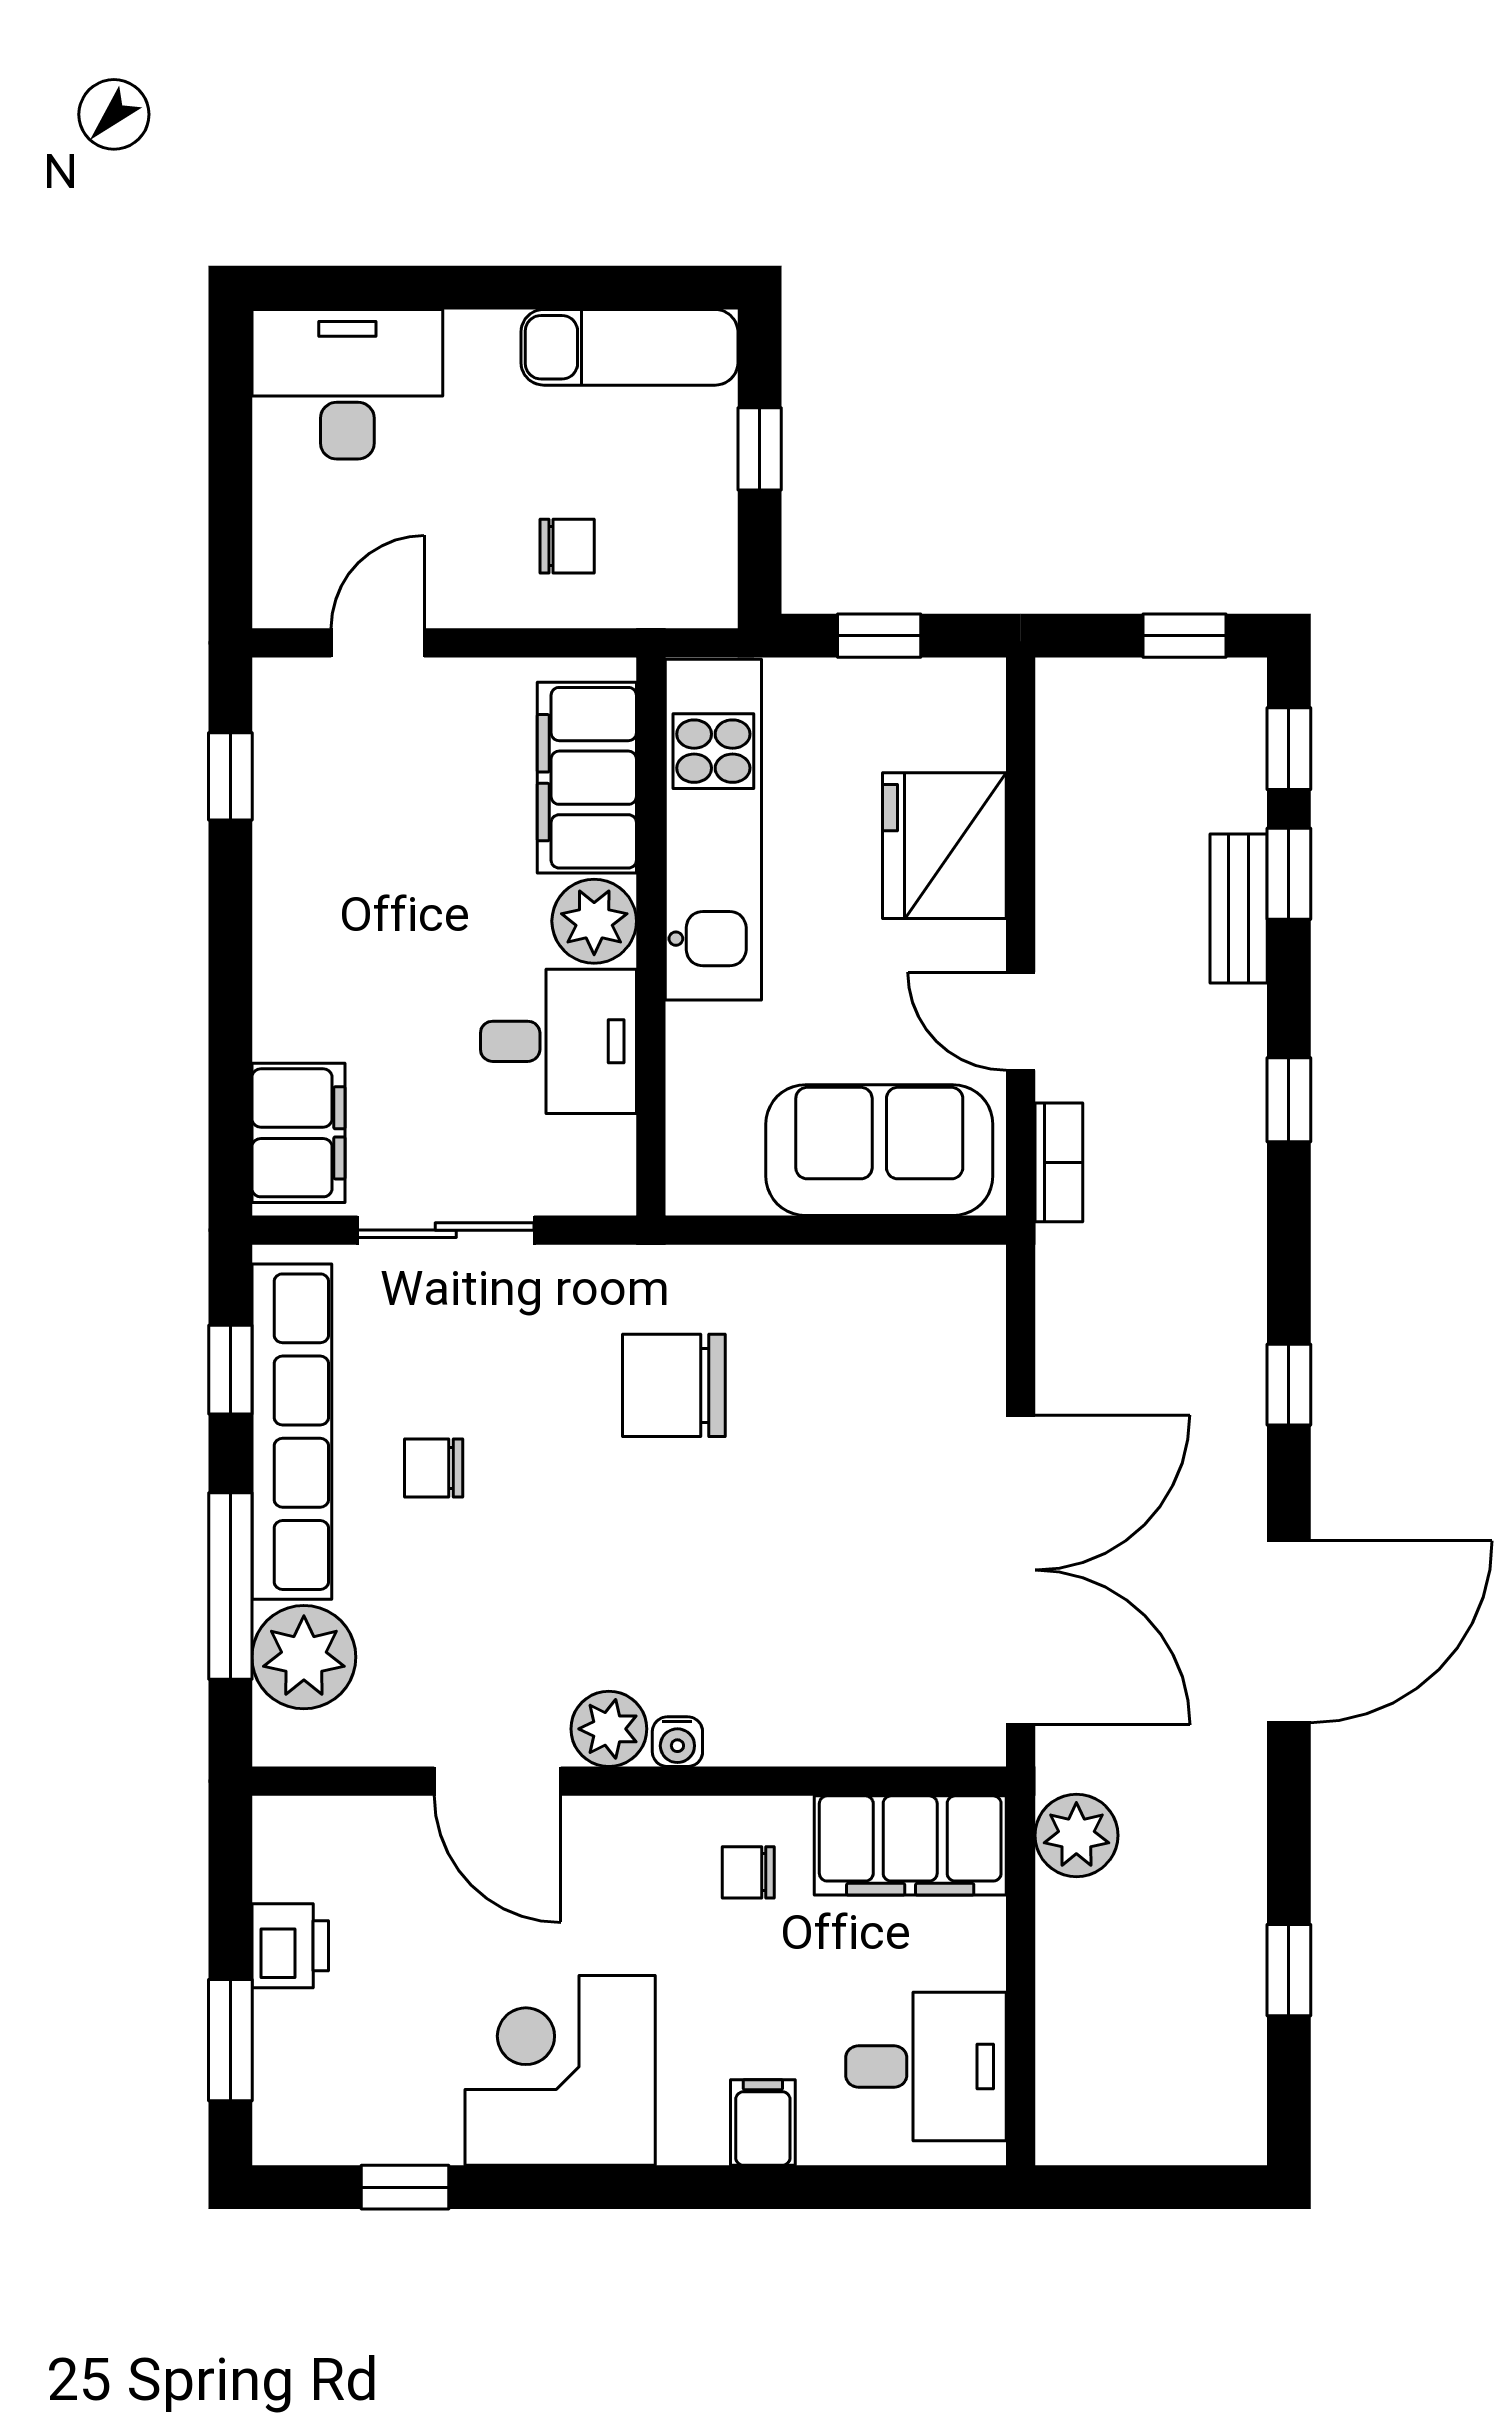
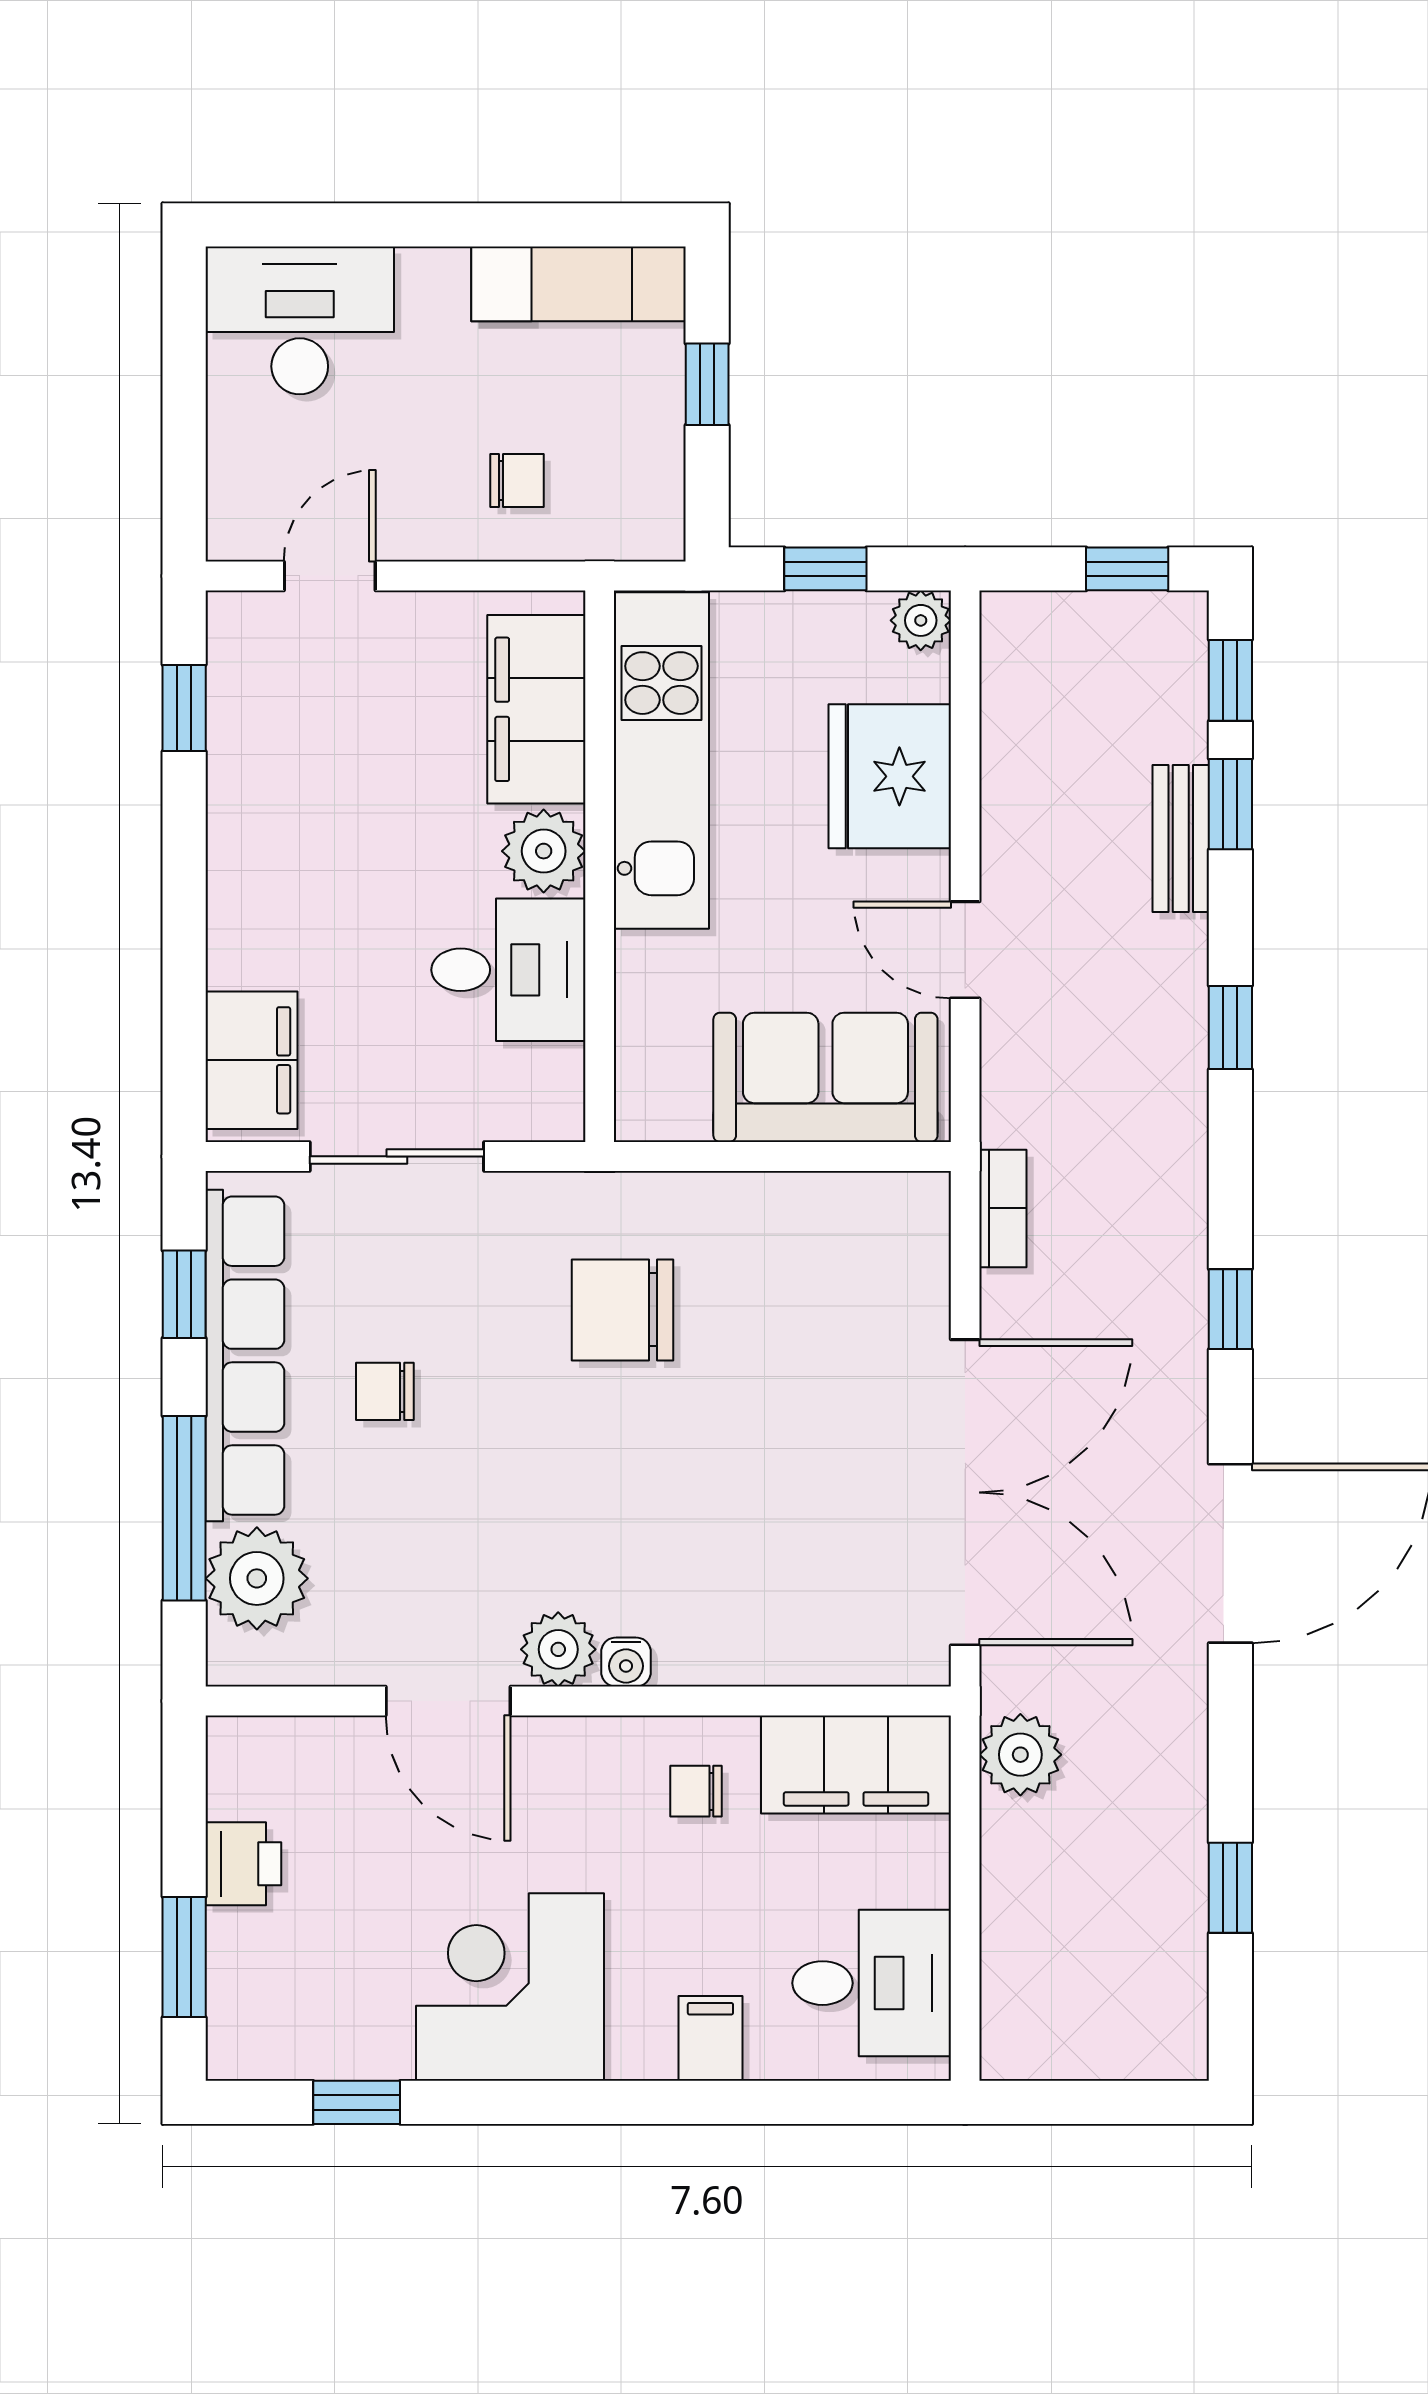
plant: (976, 688) -> (921, 620), added
bookcase: (1059, 1162) -> (1003, 1208), moved

